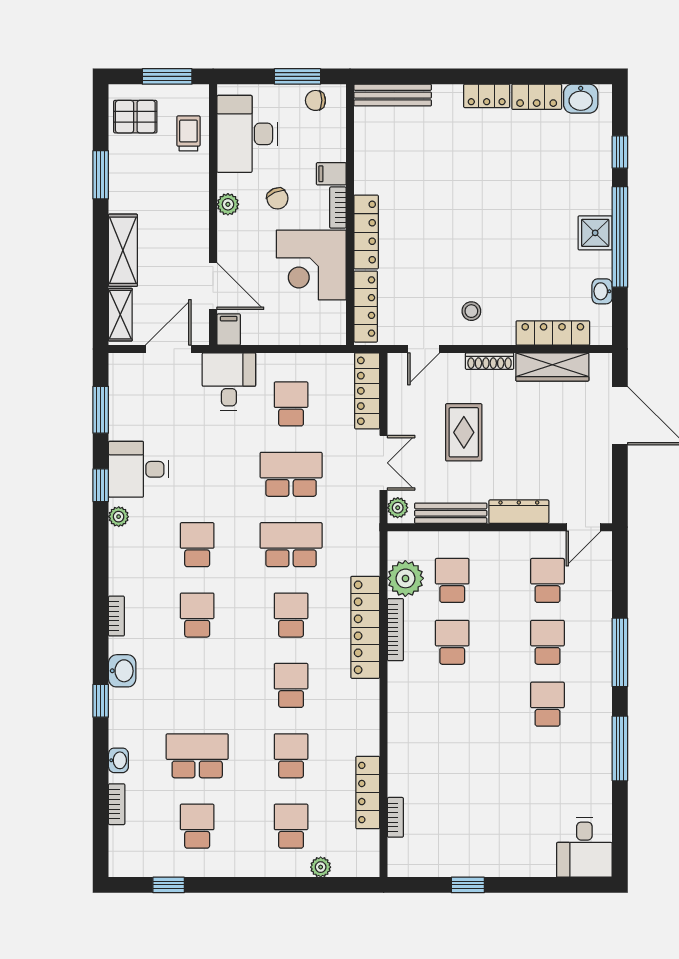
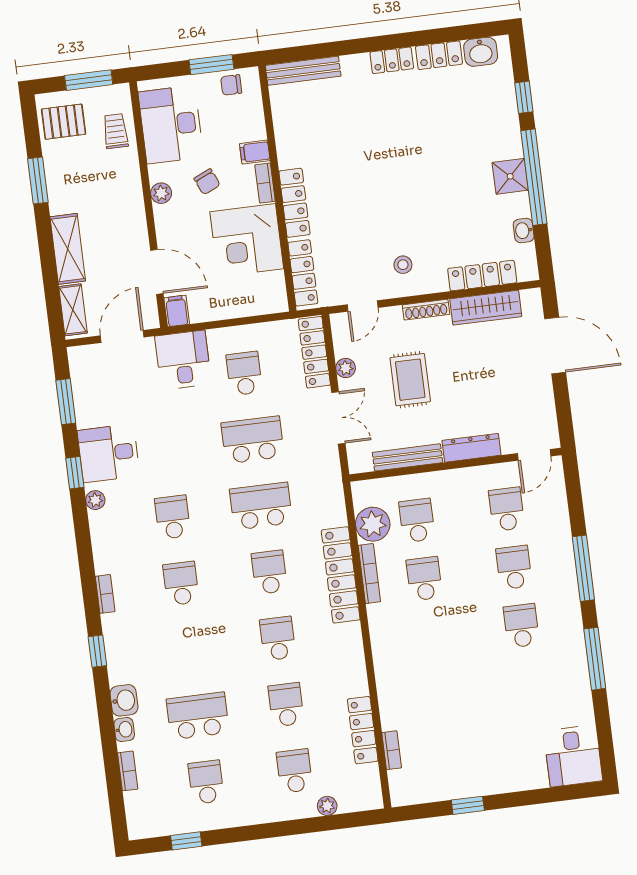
plant: (398, 508) -> (346, 368), moved
washbasin: (122, 671) -> (124, 700), moved
window: (101, 701) -> (97, 651), moved

